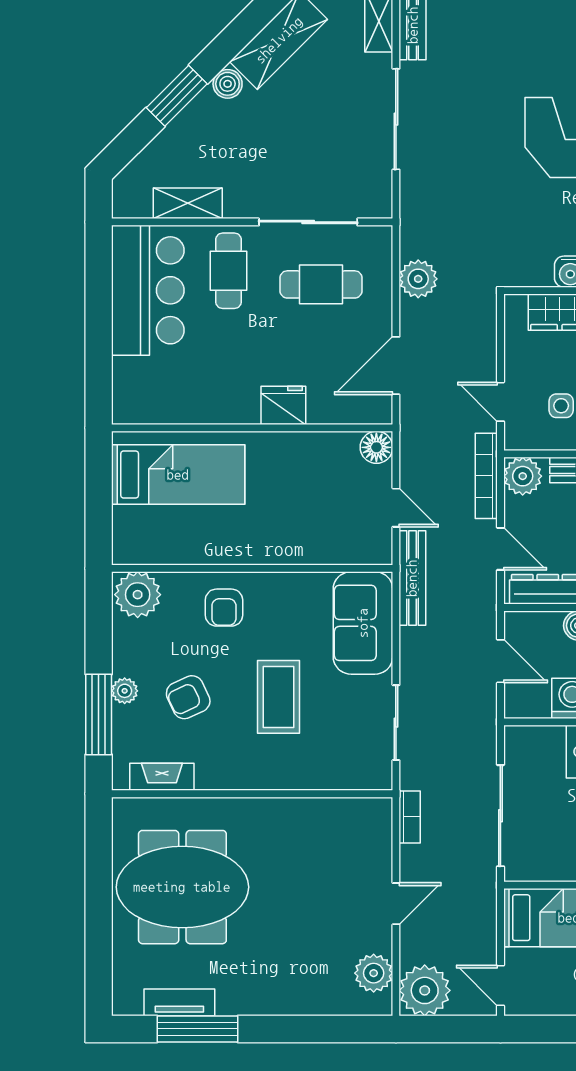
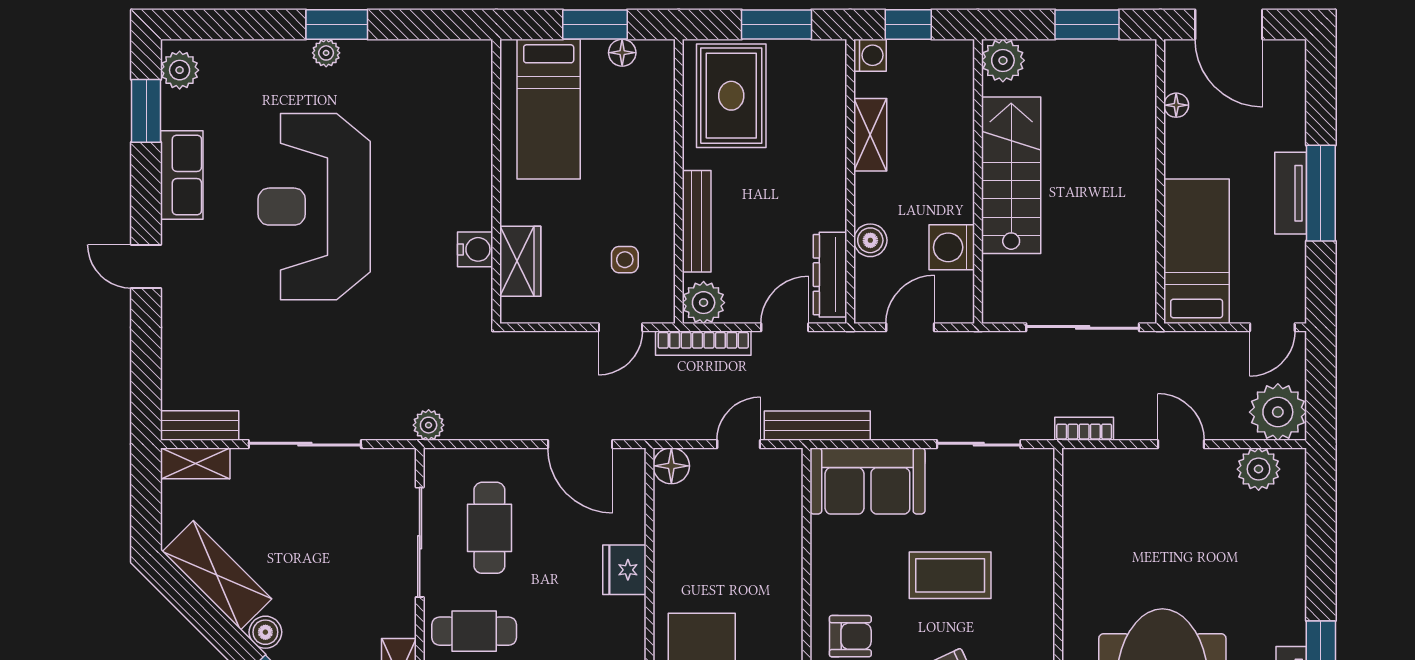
plant: (418, 279) -> (429, 425), moved, width x0.73, depth x0.73

